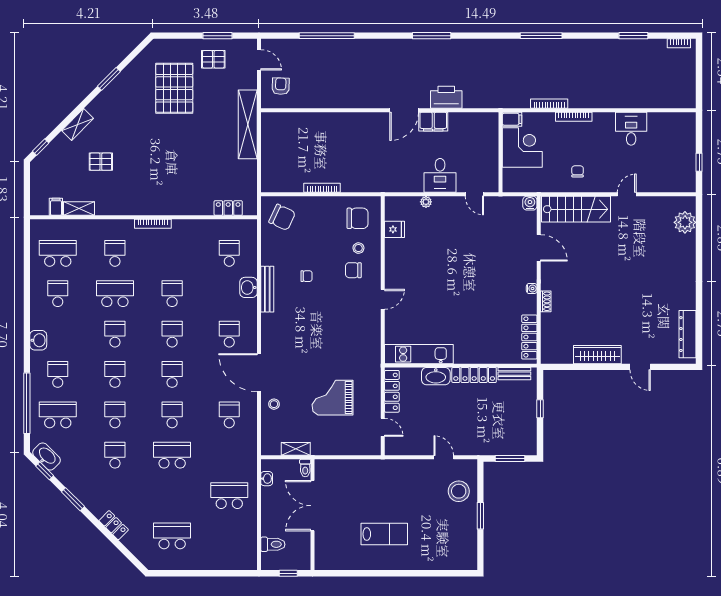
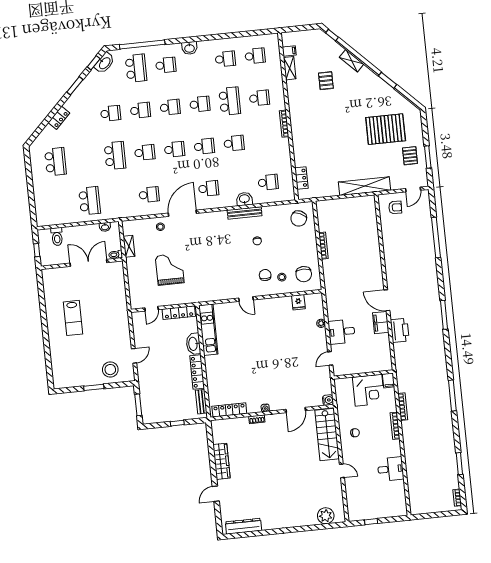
school desk: (58, 253) -> (255, 56), width x0.54

